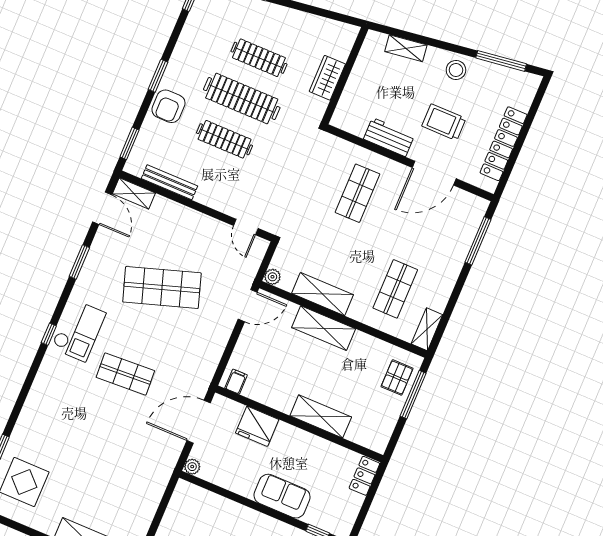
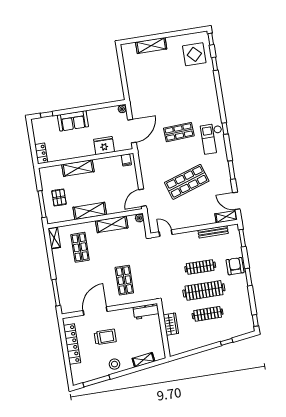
workbench: (389, 137) -> (146, 311), moved
shelving: (324, 328) -> (90, 211), moved
pallet: (397, 377) -> (59, 198), moved

